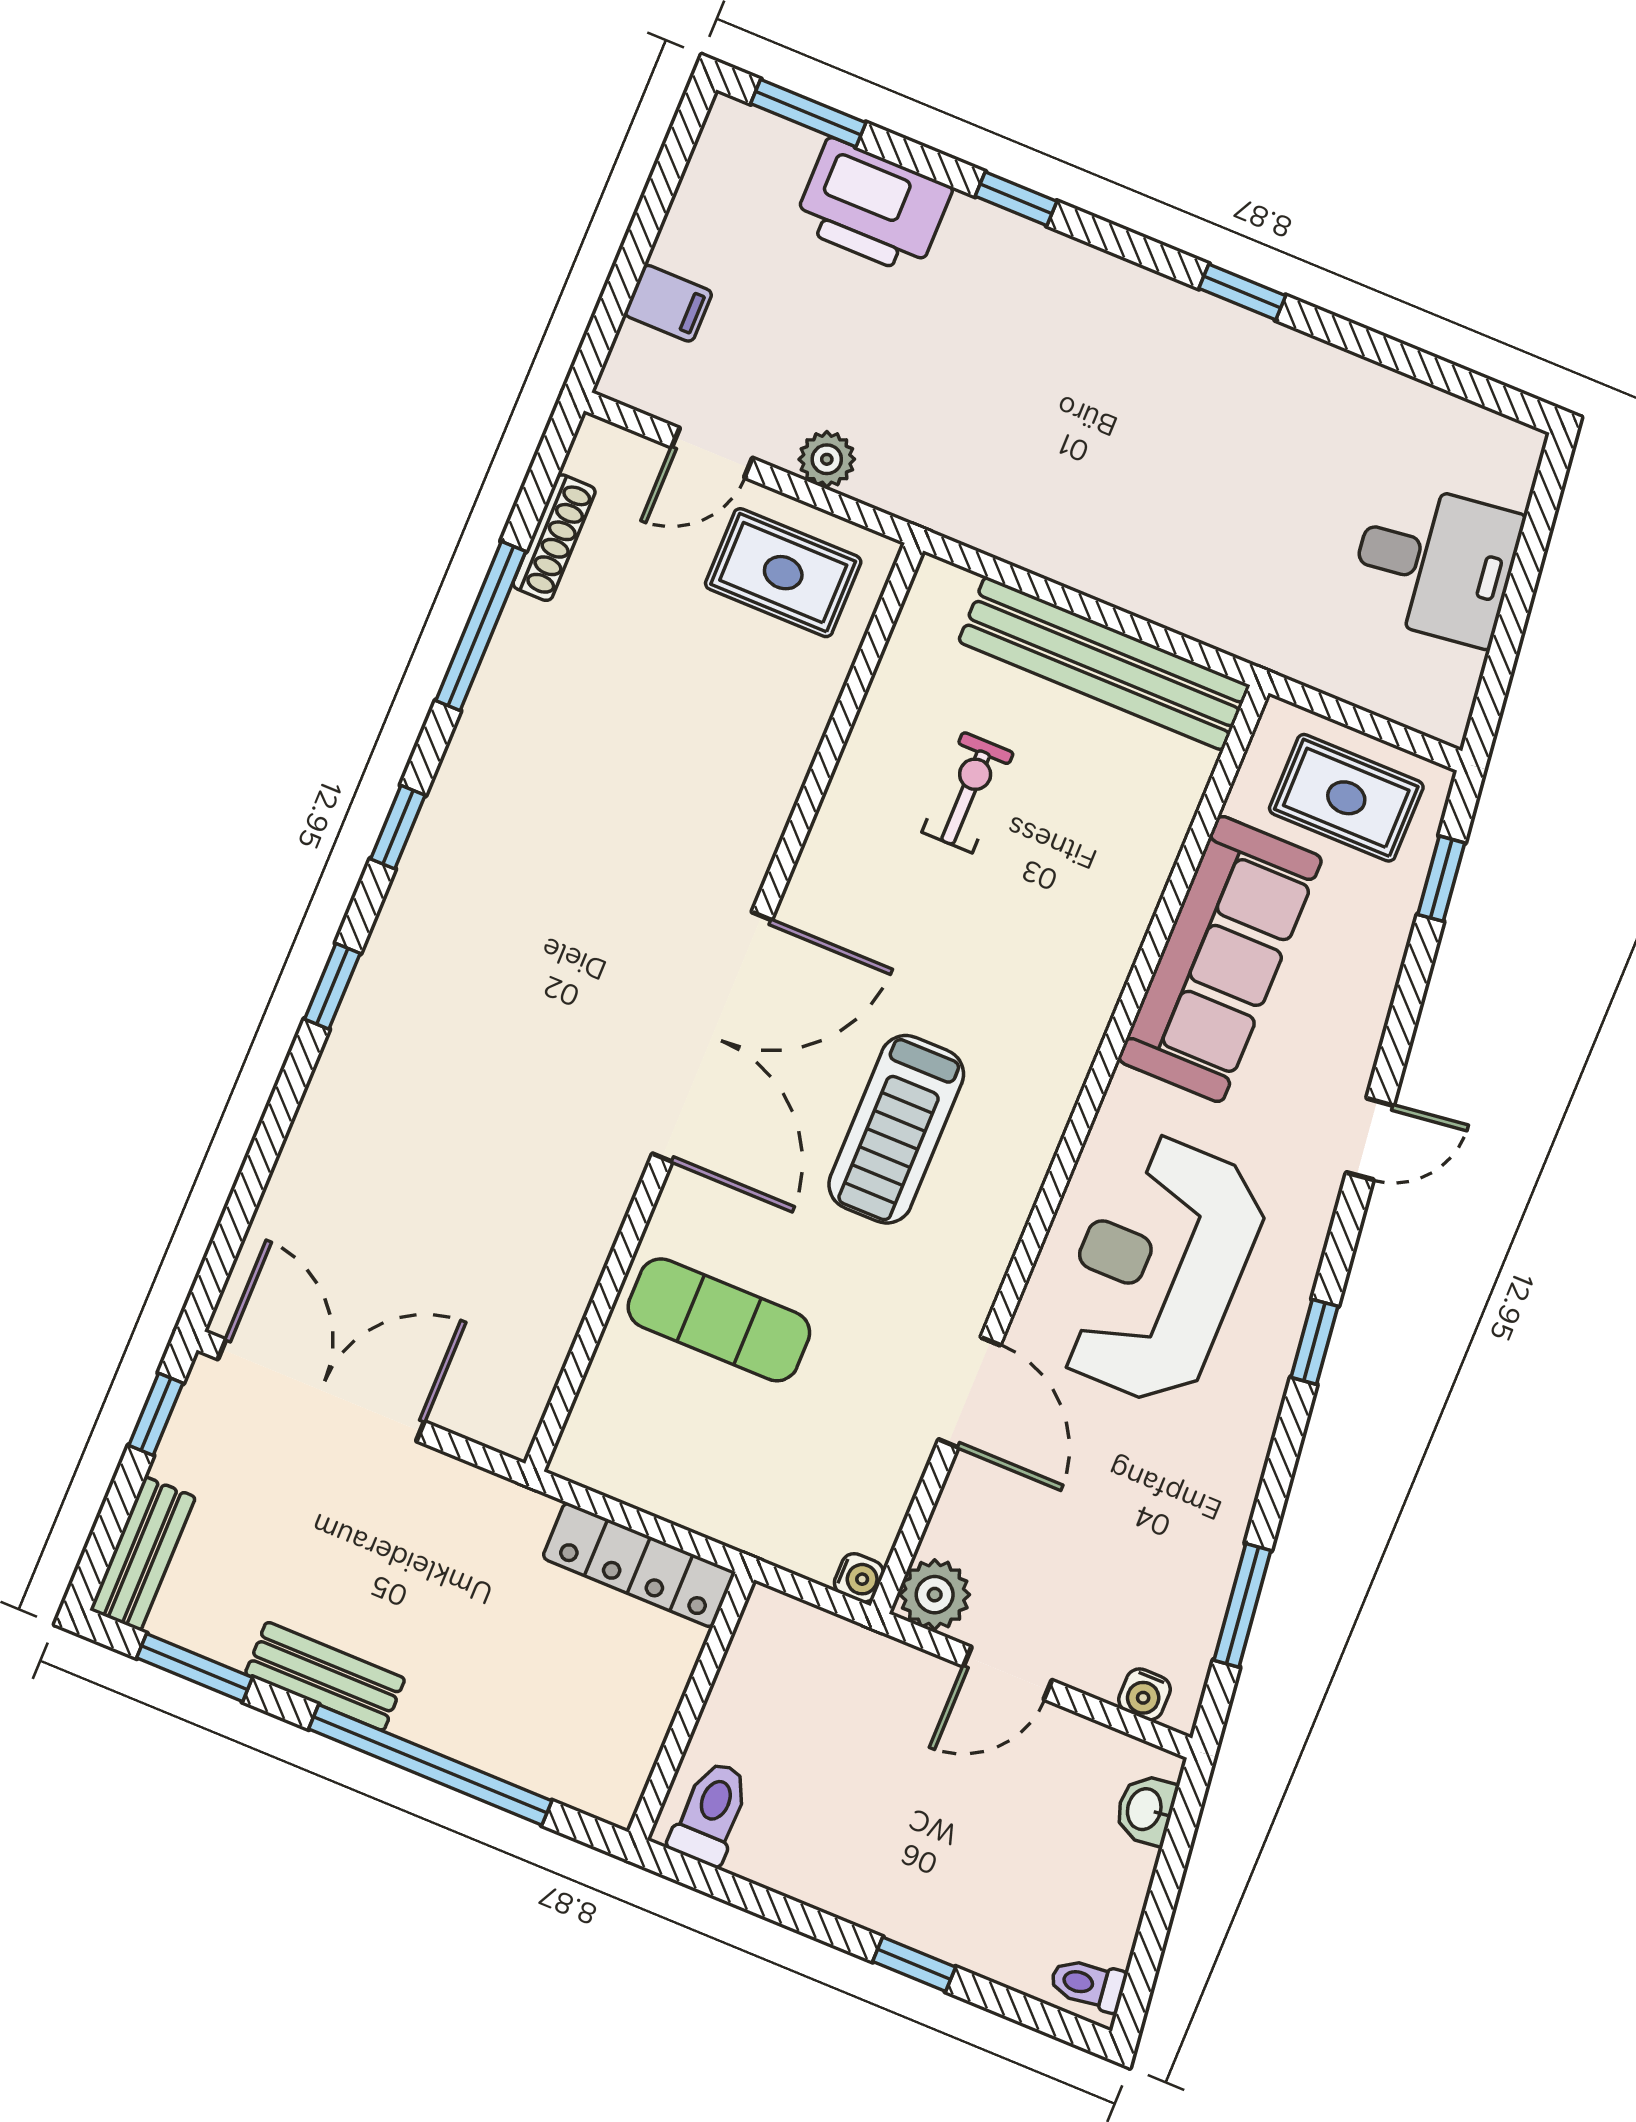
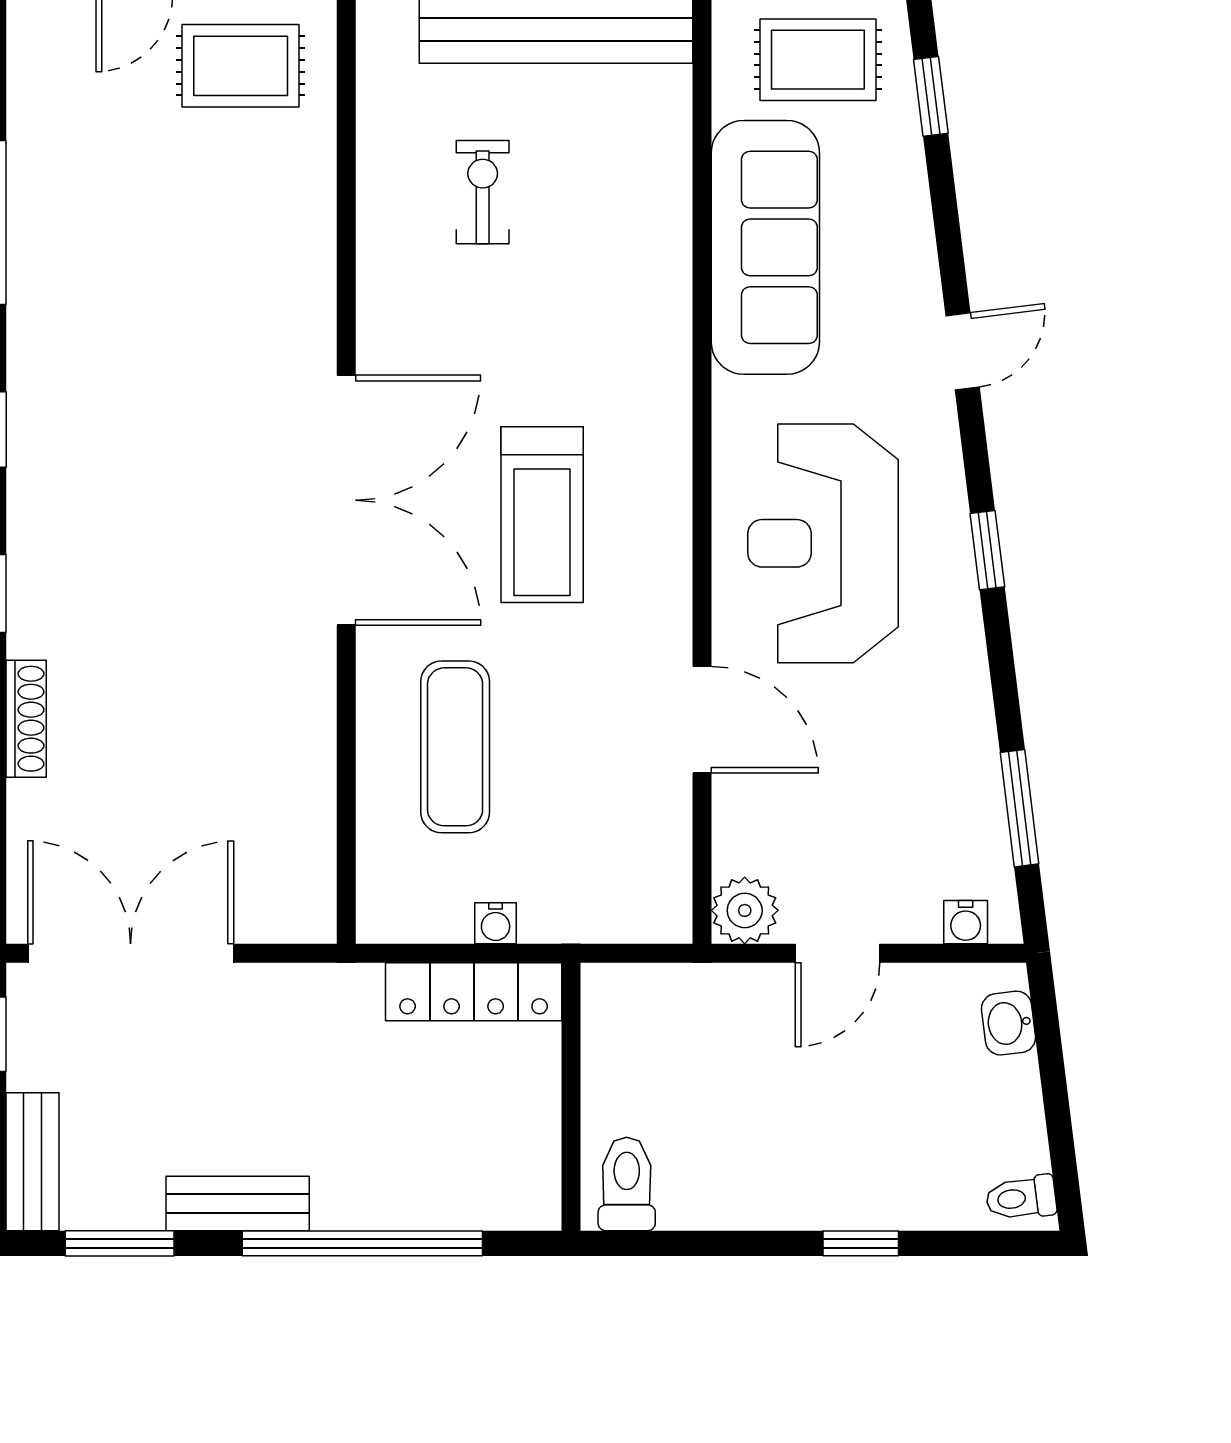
shoe rack: (554, 538) -> (26, 719), moved
exercise mat: (719, 1320) -> (455, 747), turned 90
water cooler: (859, 1578) -> (496, 923), moved, turned 90

